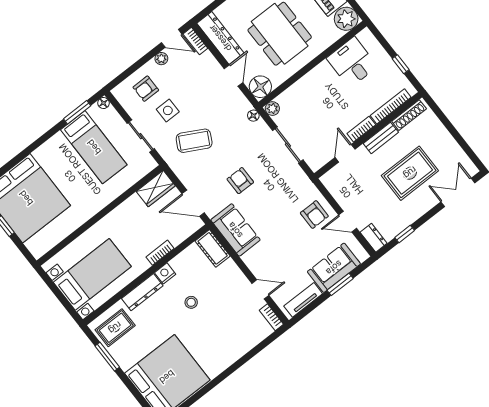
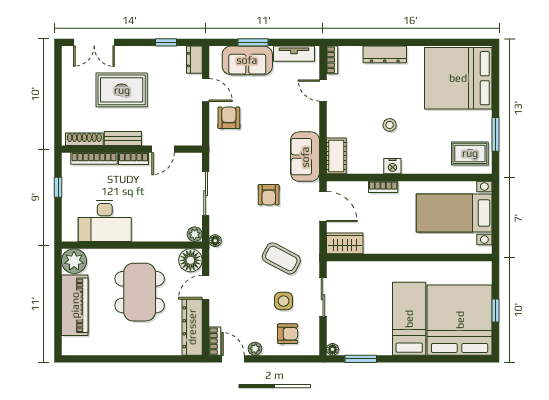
desk: (352, 62) -> (105, 221), width x1.37
bed: (94, 147) -> (409, 319), moved
dresser: (142, 292) -> (385, 54), moved, turned 180

